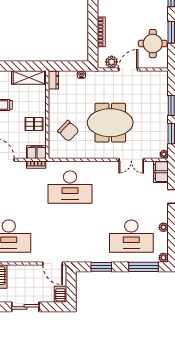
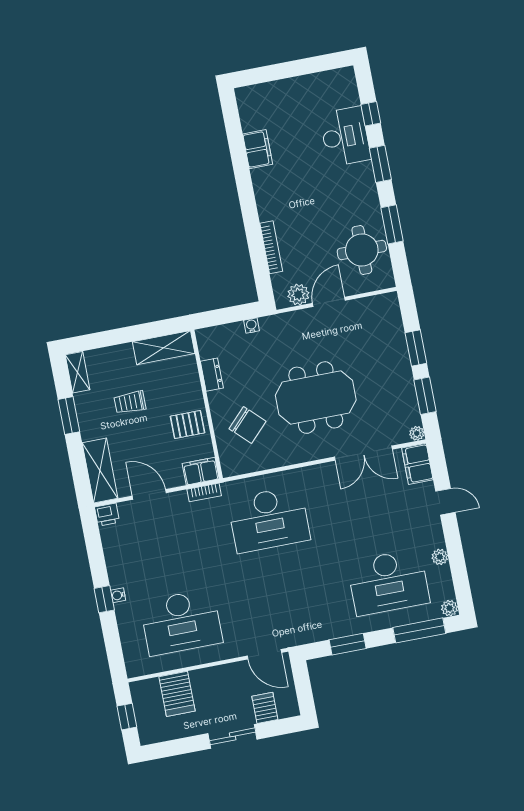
dresser: (53, 80) -> (212, 375), moved
double door: (131, 160) -> (363, 453), width x1.37
server rack: (60, 294) -> (265, 708), moved

